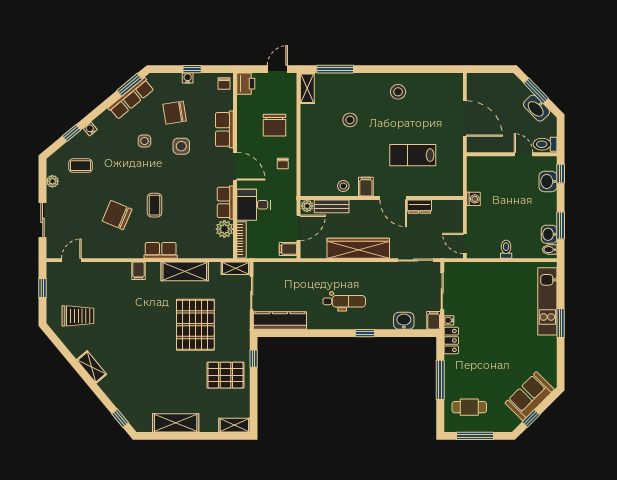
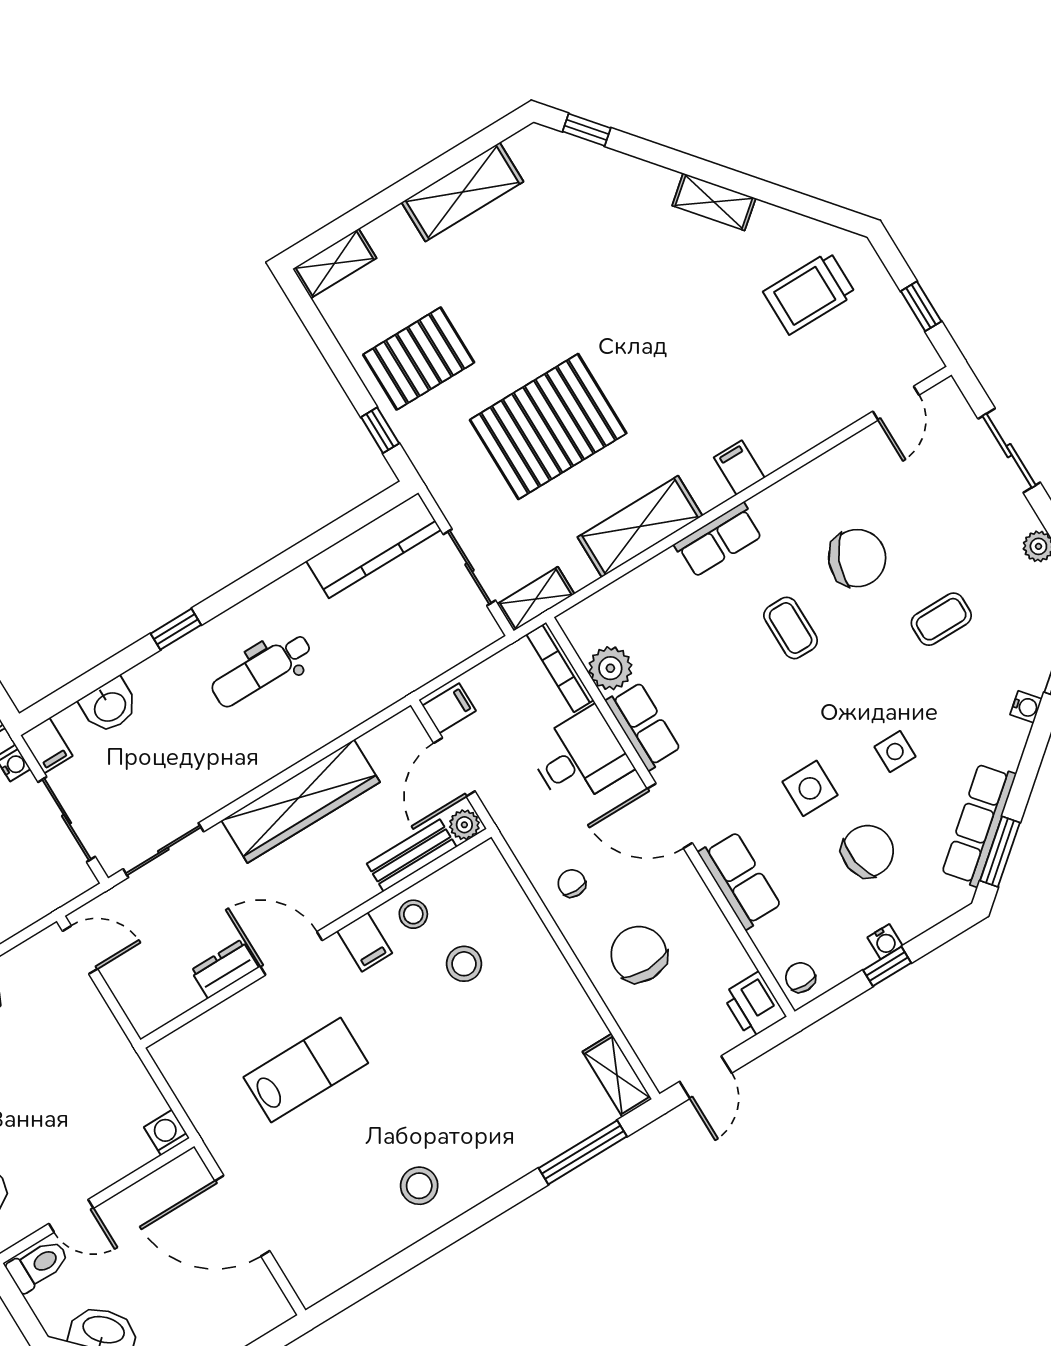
stool: (350, 120) -> (464, 964), moved
coffee table: (80, 166) -> (941, 619), moved
washing machine: (473, 199) -> (167, 1133), moved, turned 90
pallet: (195, 325) -> (548, 427), turned 90

